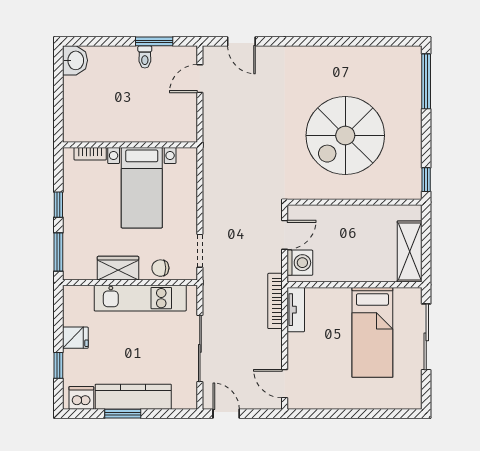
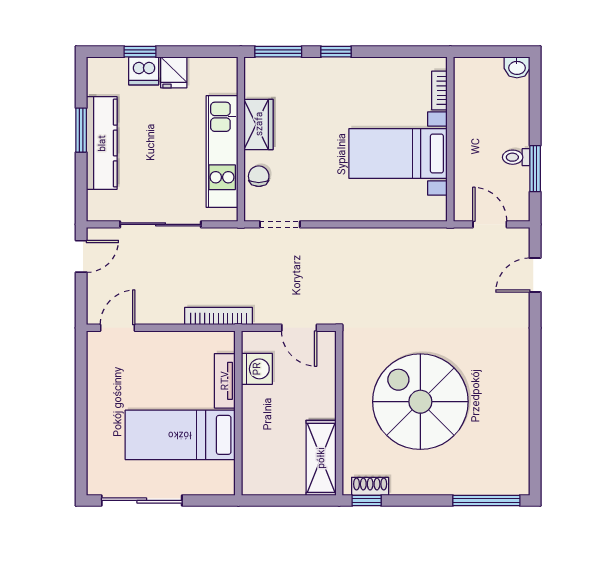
washbasin: (75, 60) -> (517, 67), width x0.72, depth x0.69
wall: (130, 145) -> (450, 139), moved
bookcase: (90, 154) -> (439, 90), moved
shoe rack: (415, 177) -> (370, 486), added
bed with nightstands: (142, 188) -> (398, 153), moved
shelving: (410, 251) -> (321, 458), moved, turned 90
washing machine: (300, 263) -> (257, 369), moved, turned -90
tv unit: (296, 310) -> (225, 381), moved, turned 90
sliding door: (426, 337) -> (142, 500), moved
dishwasher: (81, 398) -> (144, 71), moved, turned 90

